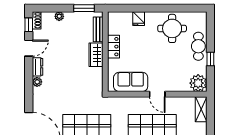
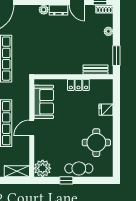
wardrobe: (96, 55) -> (70, 68), removed

